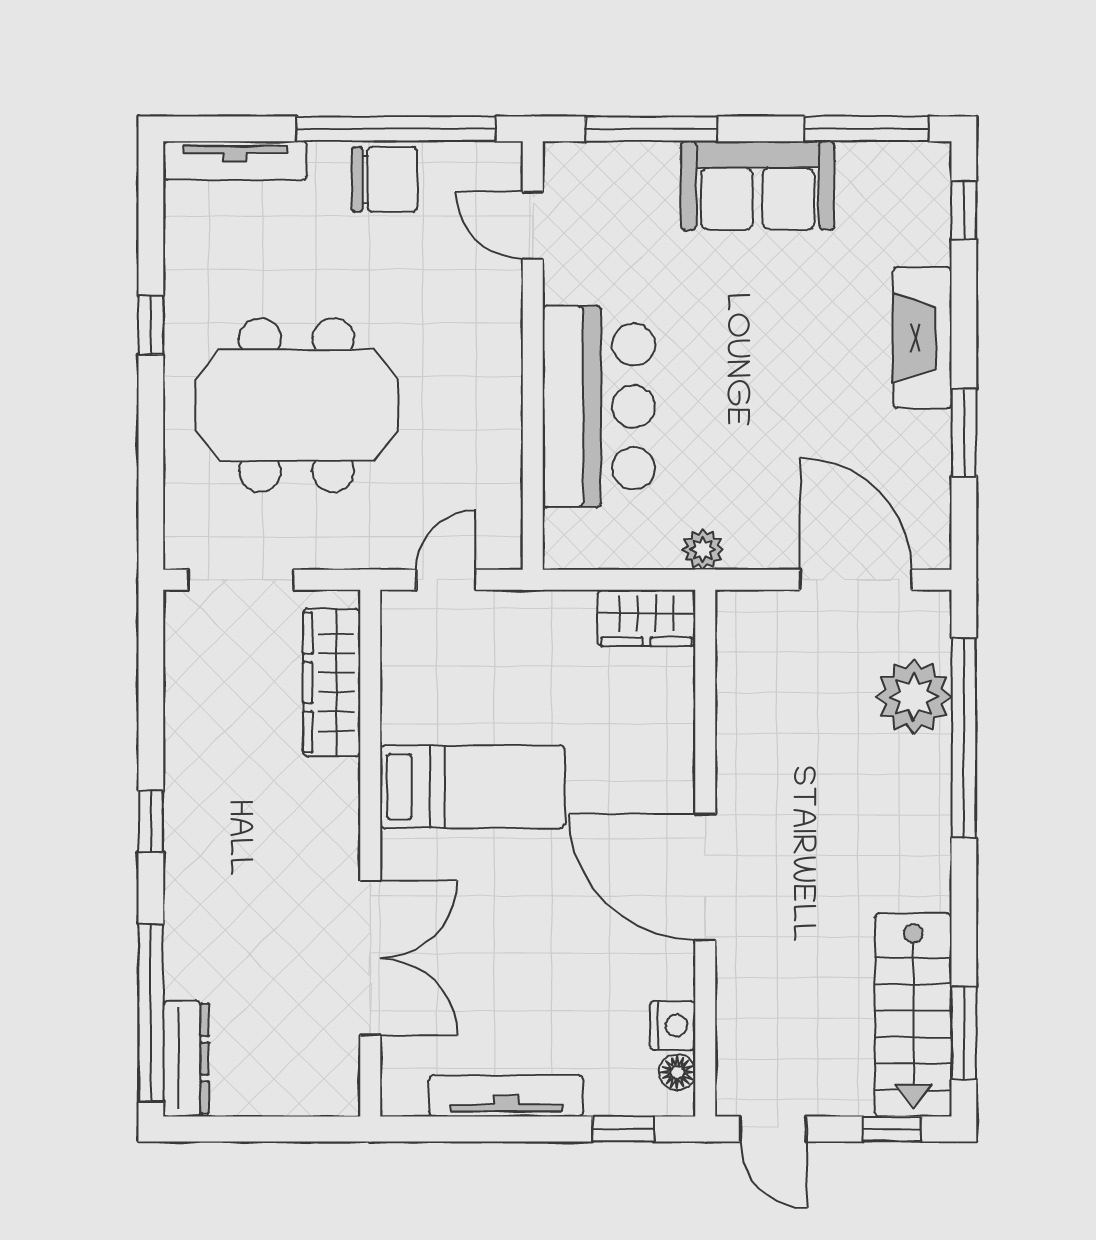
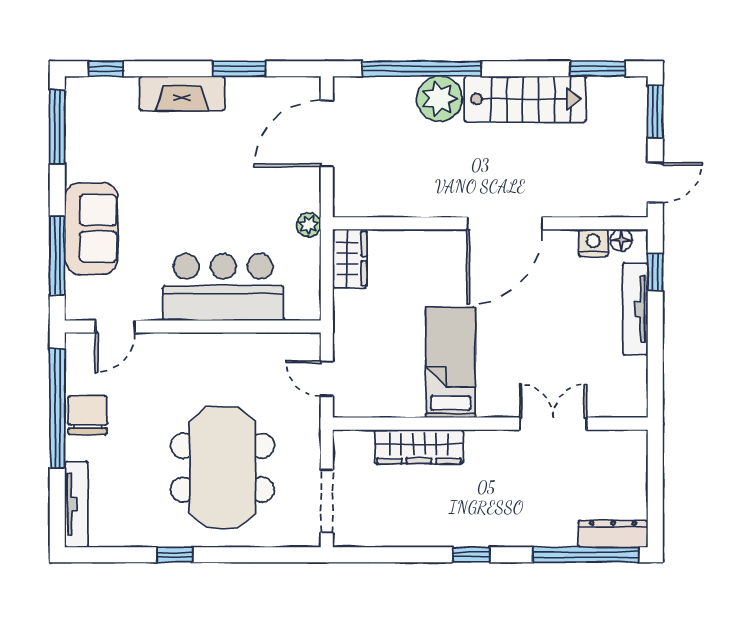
sofa: (758, 186) -> (91, 228), moved
wardrobe: (332, 683) -> (419, 447), moved
plant: (914, 697) -> (439, 99), moved
double door: (370, 958) -> (553, 424), width x0.73
stairs: (913, 1015) -> (525, 99), moved
tv unit: (506, 1096) -> (635, 309), moved
window: (892, 1129) -> (655, 112), width x1.50

